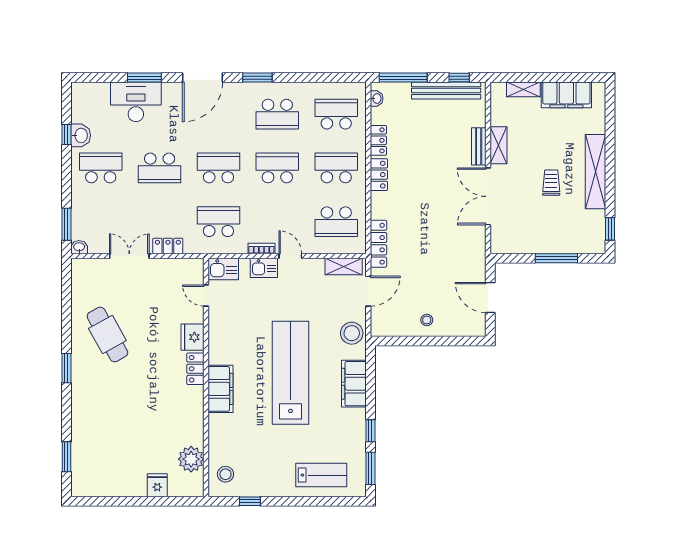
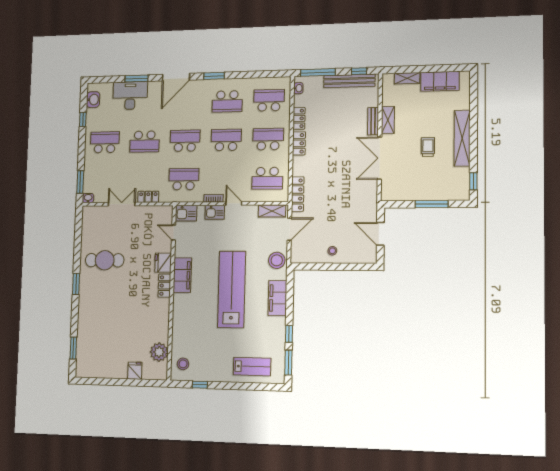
washbasin: (81, 135) -> (93, 100), moved
cafe table: (107, 334) -> (105, 260), turned -61
filing cabinet: (221, 389) -> (182, 275), moved

